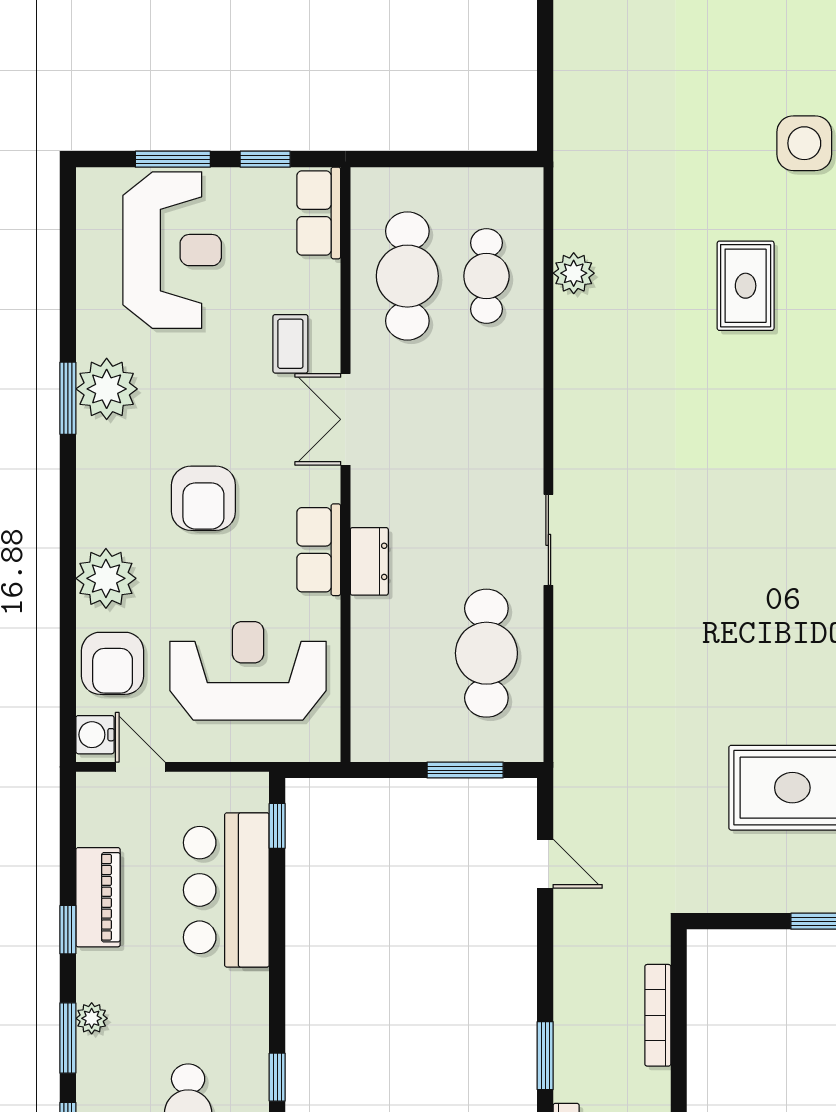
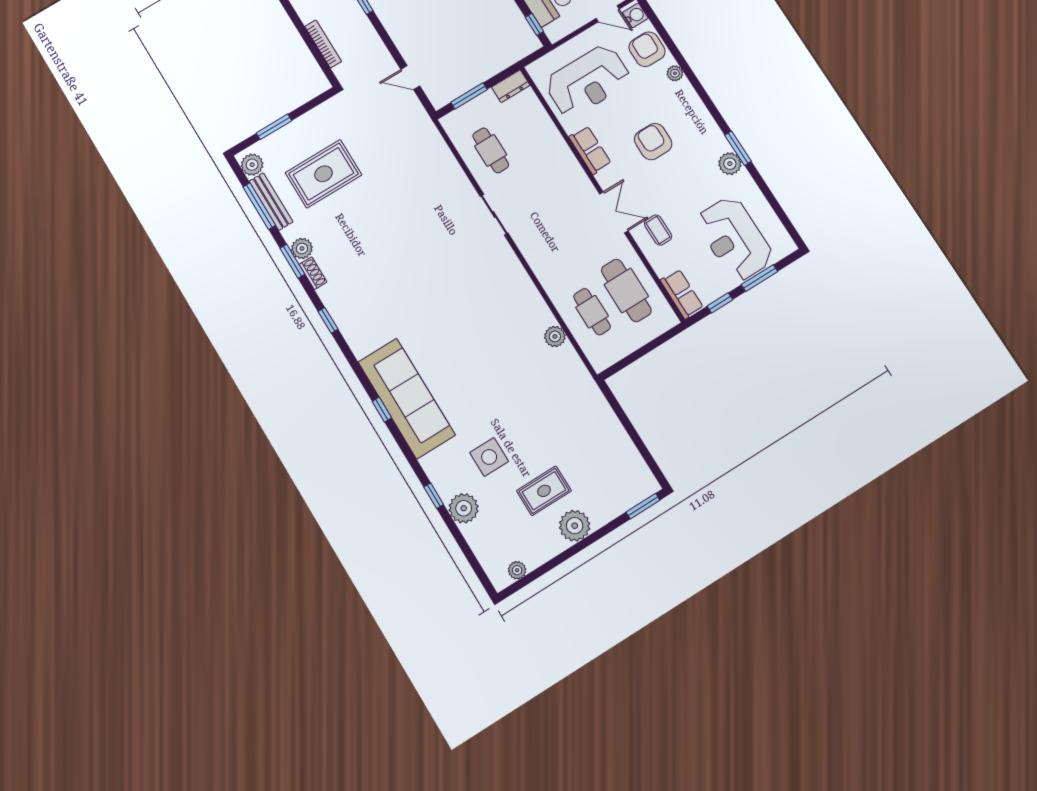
rug: (746, 286) -> (544, 491), moved, turned 90
plant: (107, 389) -> (730, 164), width x0.73, depth x0.73
dresser: (369, 561) -> (511, 86), moved, turned -90
plant: (106, 578) -> (675, 73), width x0.53, depth x0.53
cafe table: (486, 653) -> (491, 150), width x0.73, depth x0.74

